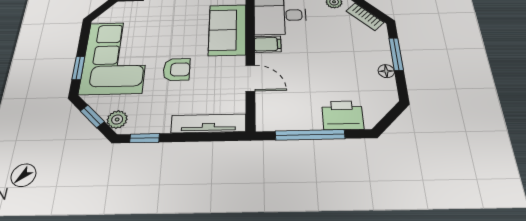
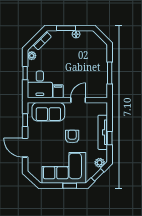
printer: (342, 115) -> (100, 57), removed
tv unit: (208, 124) -> (103, 132), moved
window: (310, 135) -> (110, 73), width x0.69
window: (144, 138) -> (110, 138), moved

